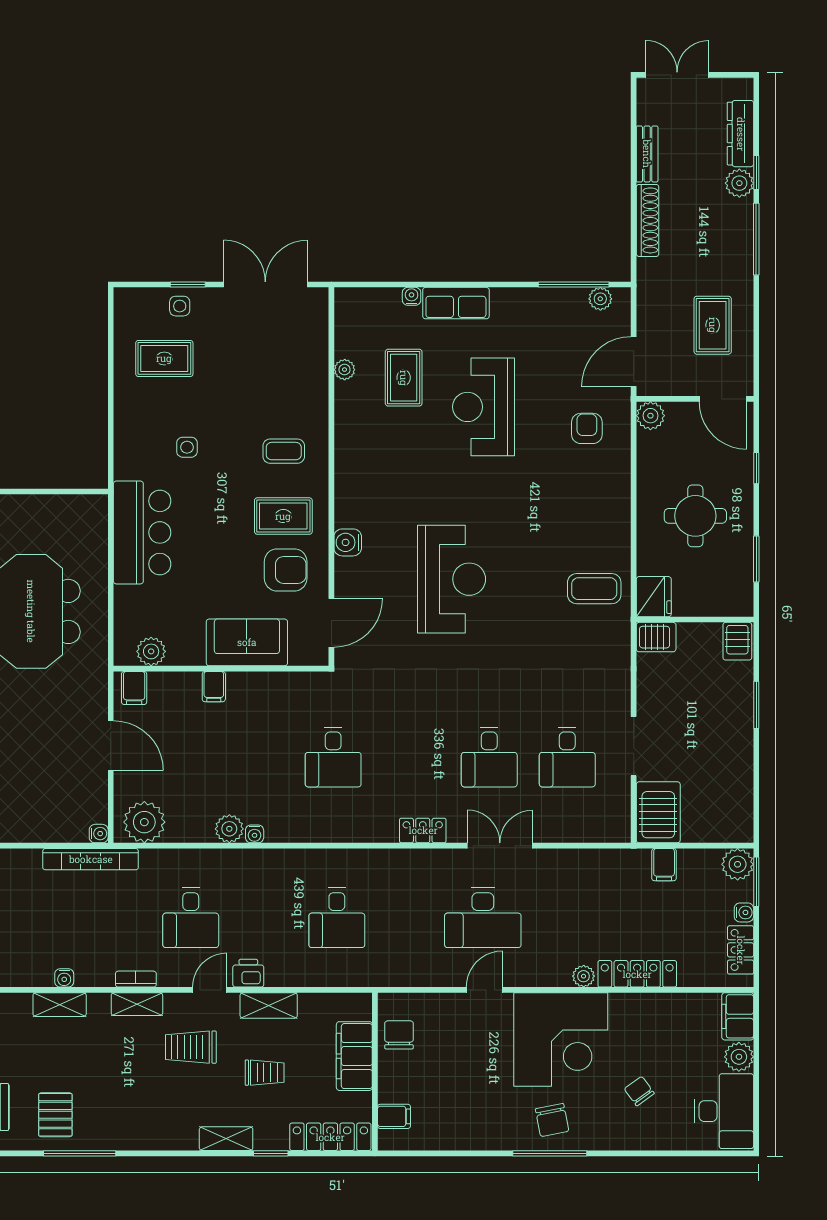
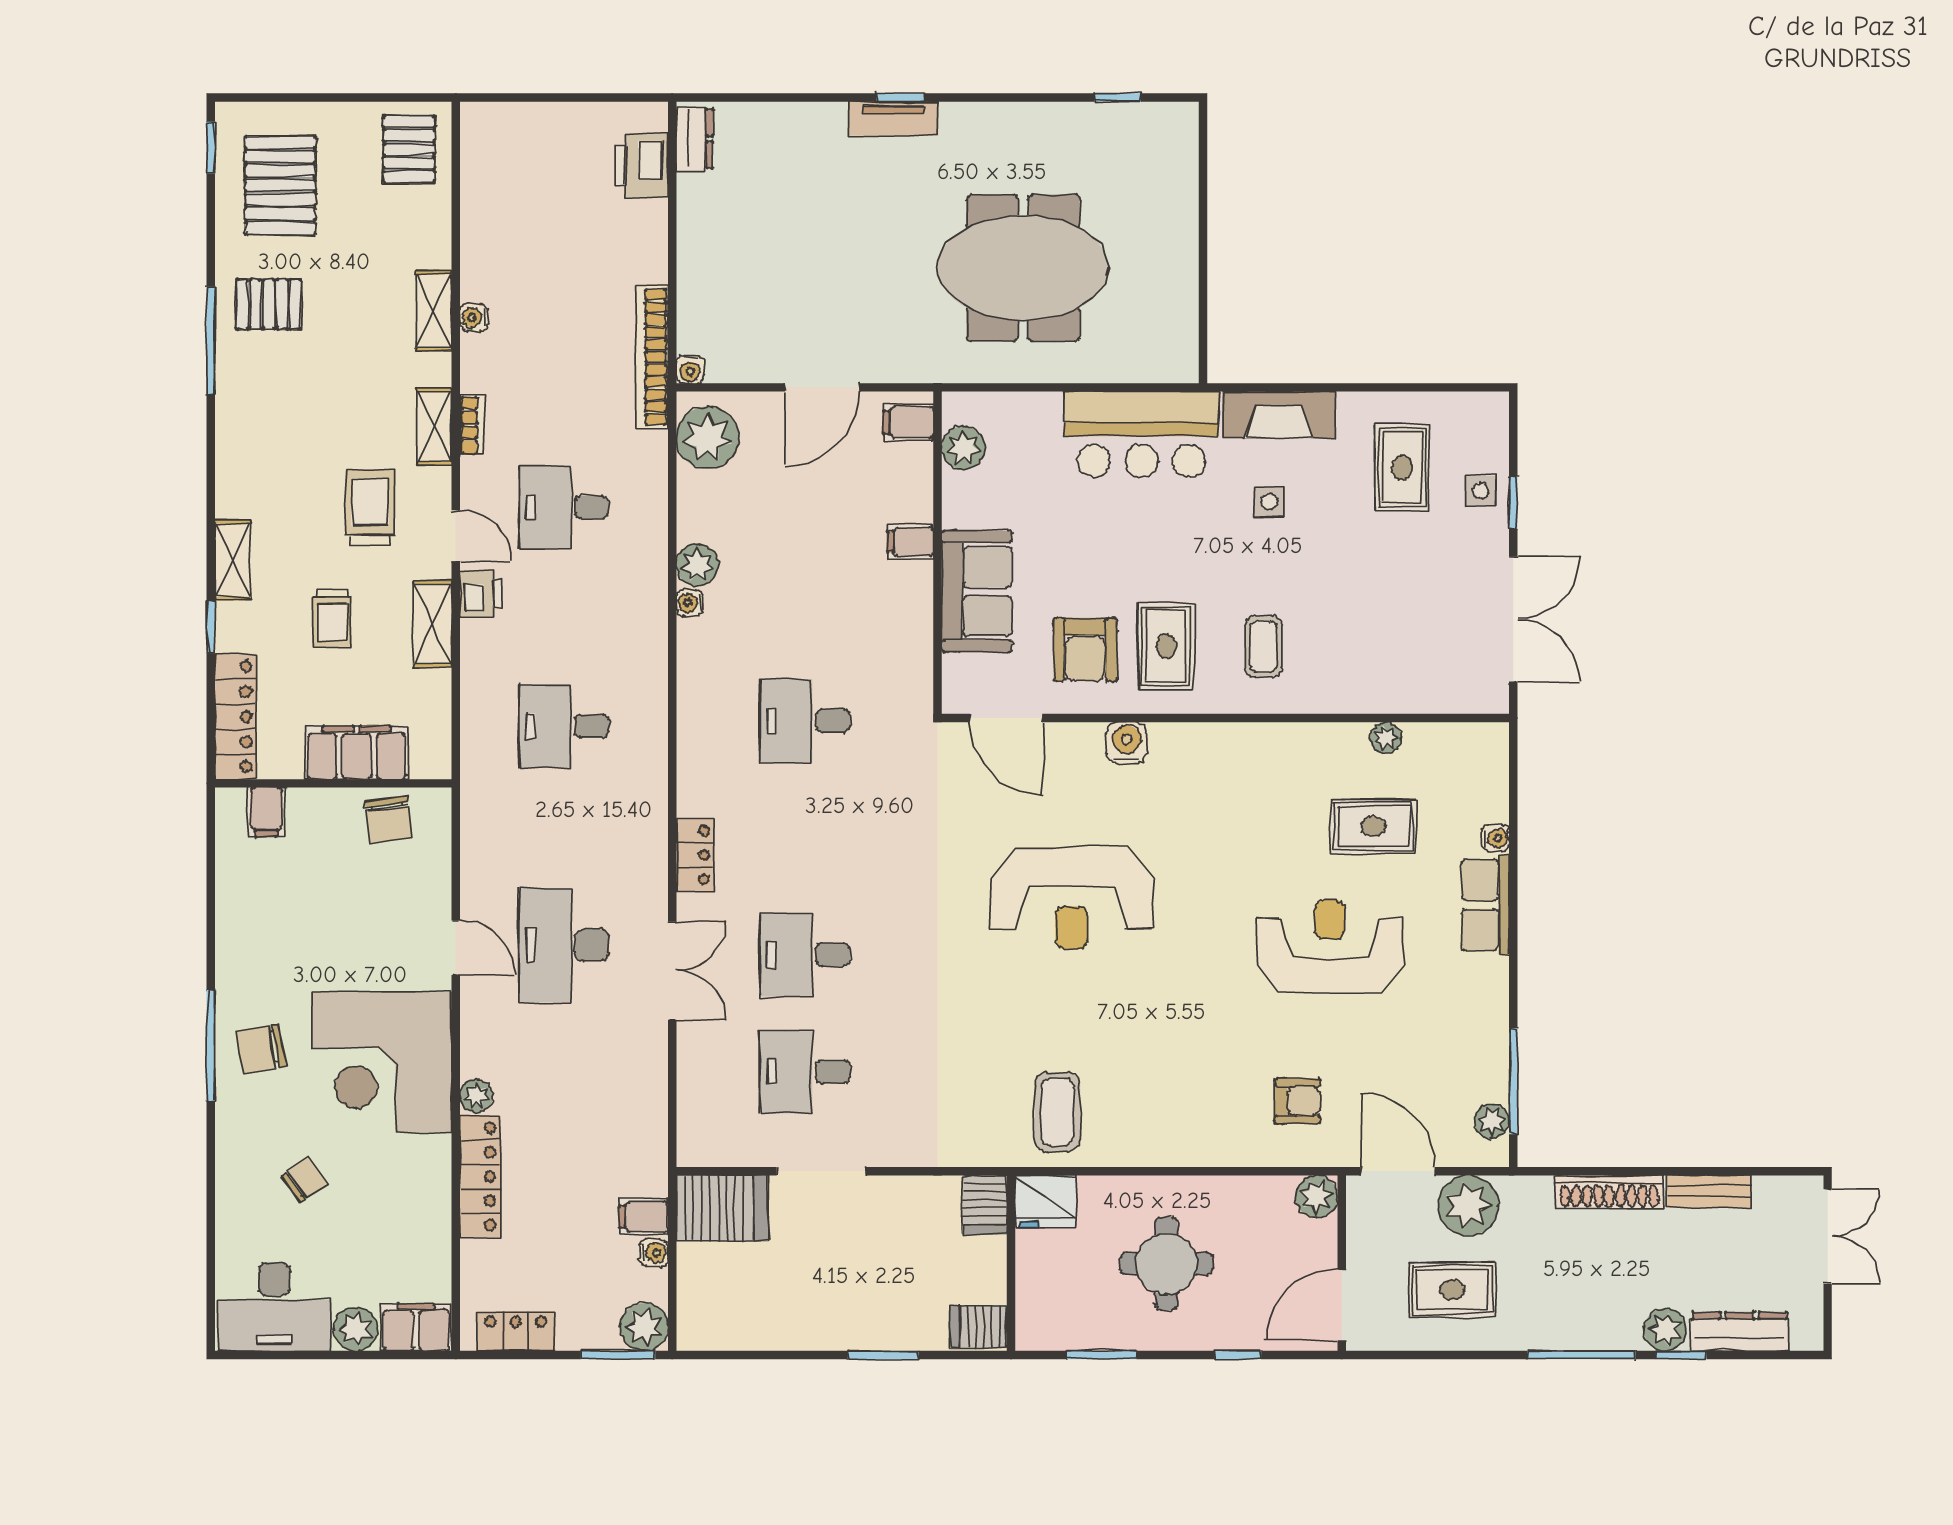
plant: (657, 315) -> (1468, 1206), added
fireplace: (129, 441) -> (1279, 415), added
water cooler: (744, 912) -> (654, 1253), moved, turned -90
chair: (399, 1035) -> (388, 819), turned 83

